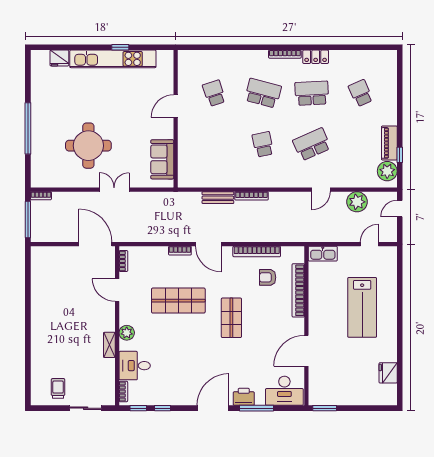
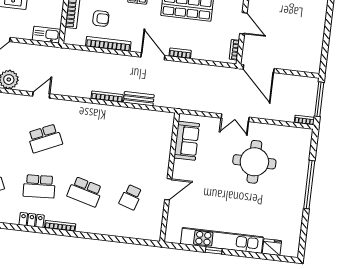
school desk: (214, 93) -> (131, 197), turned 36
school desk: (263, 144) -> (91, 144), removed

